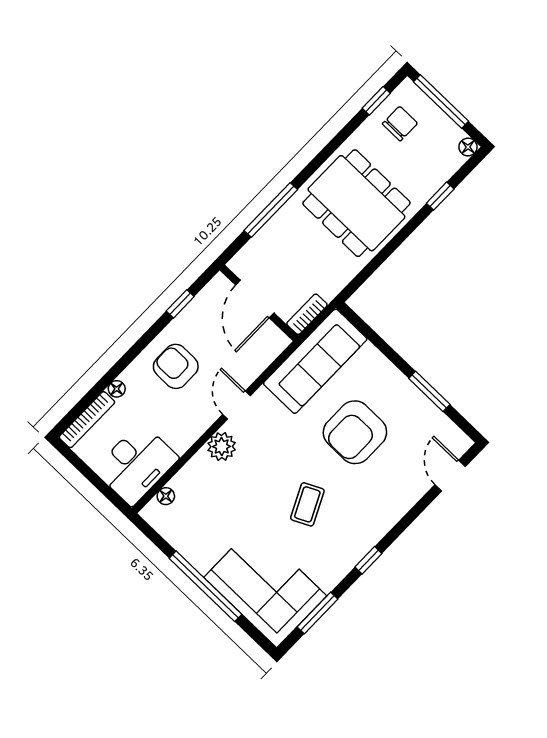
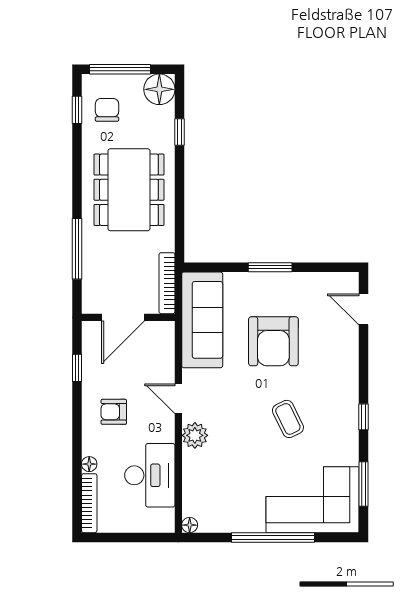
floor lamp: (468, 147) -> (159, 89), width x1.89, depth x1.89
dining table: (356, 203) -> (129, 190), turned 90
door: (255, 299) -> (123, 317), hinge flipped
bookcase: (307, 314) -> (167, 283), width x1.56
armchair: (176, 366) -> (114, 412), width x0.72, depth x0.72
window: (429, 391) -> (270, 267), moved
desk: (136, 464) -> (150, 475), moved
floor lamp: (166, 496) -> (190, 525), moved

